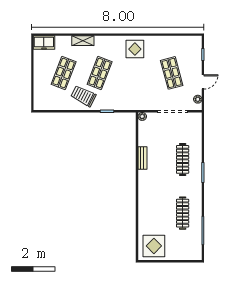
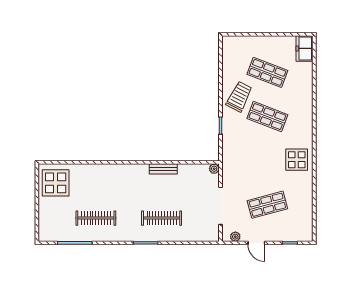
shelving: (83, 41) -> (307, 96), removed

